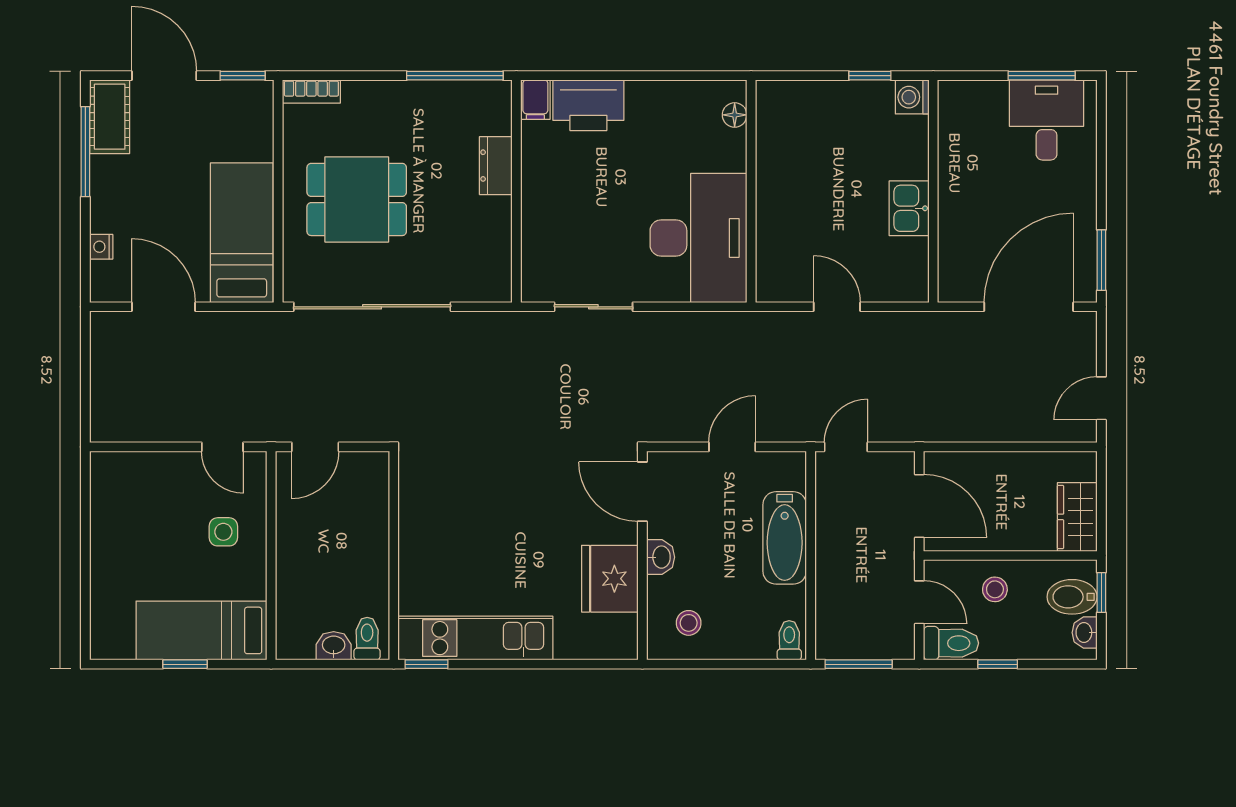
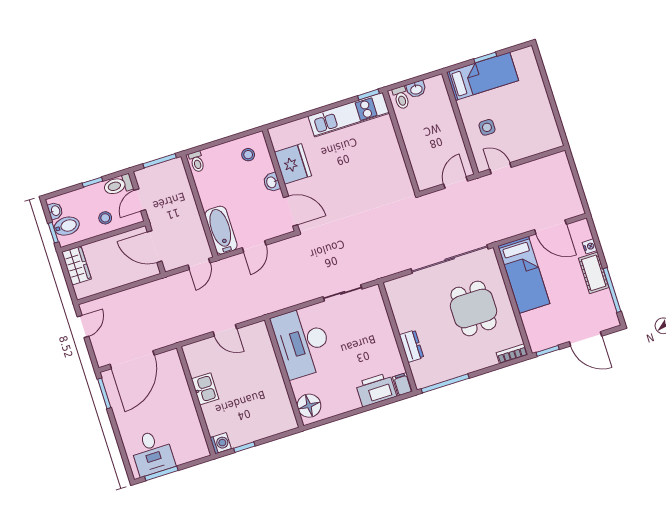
floor lamp: (735, 115) -> (309, 406), width x1.89, depth x1.89
cot: (110, 117) -> (594, 273), moved
dining table: (357, 199) -> (473, 308), turned 90
bathtub: (785, 538) -> (221, 230), moved
door: (919, 602) -> (140, 200), hinge flipped

